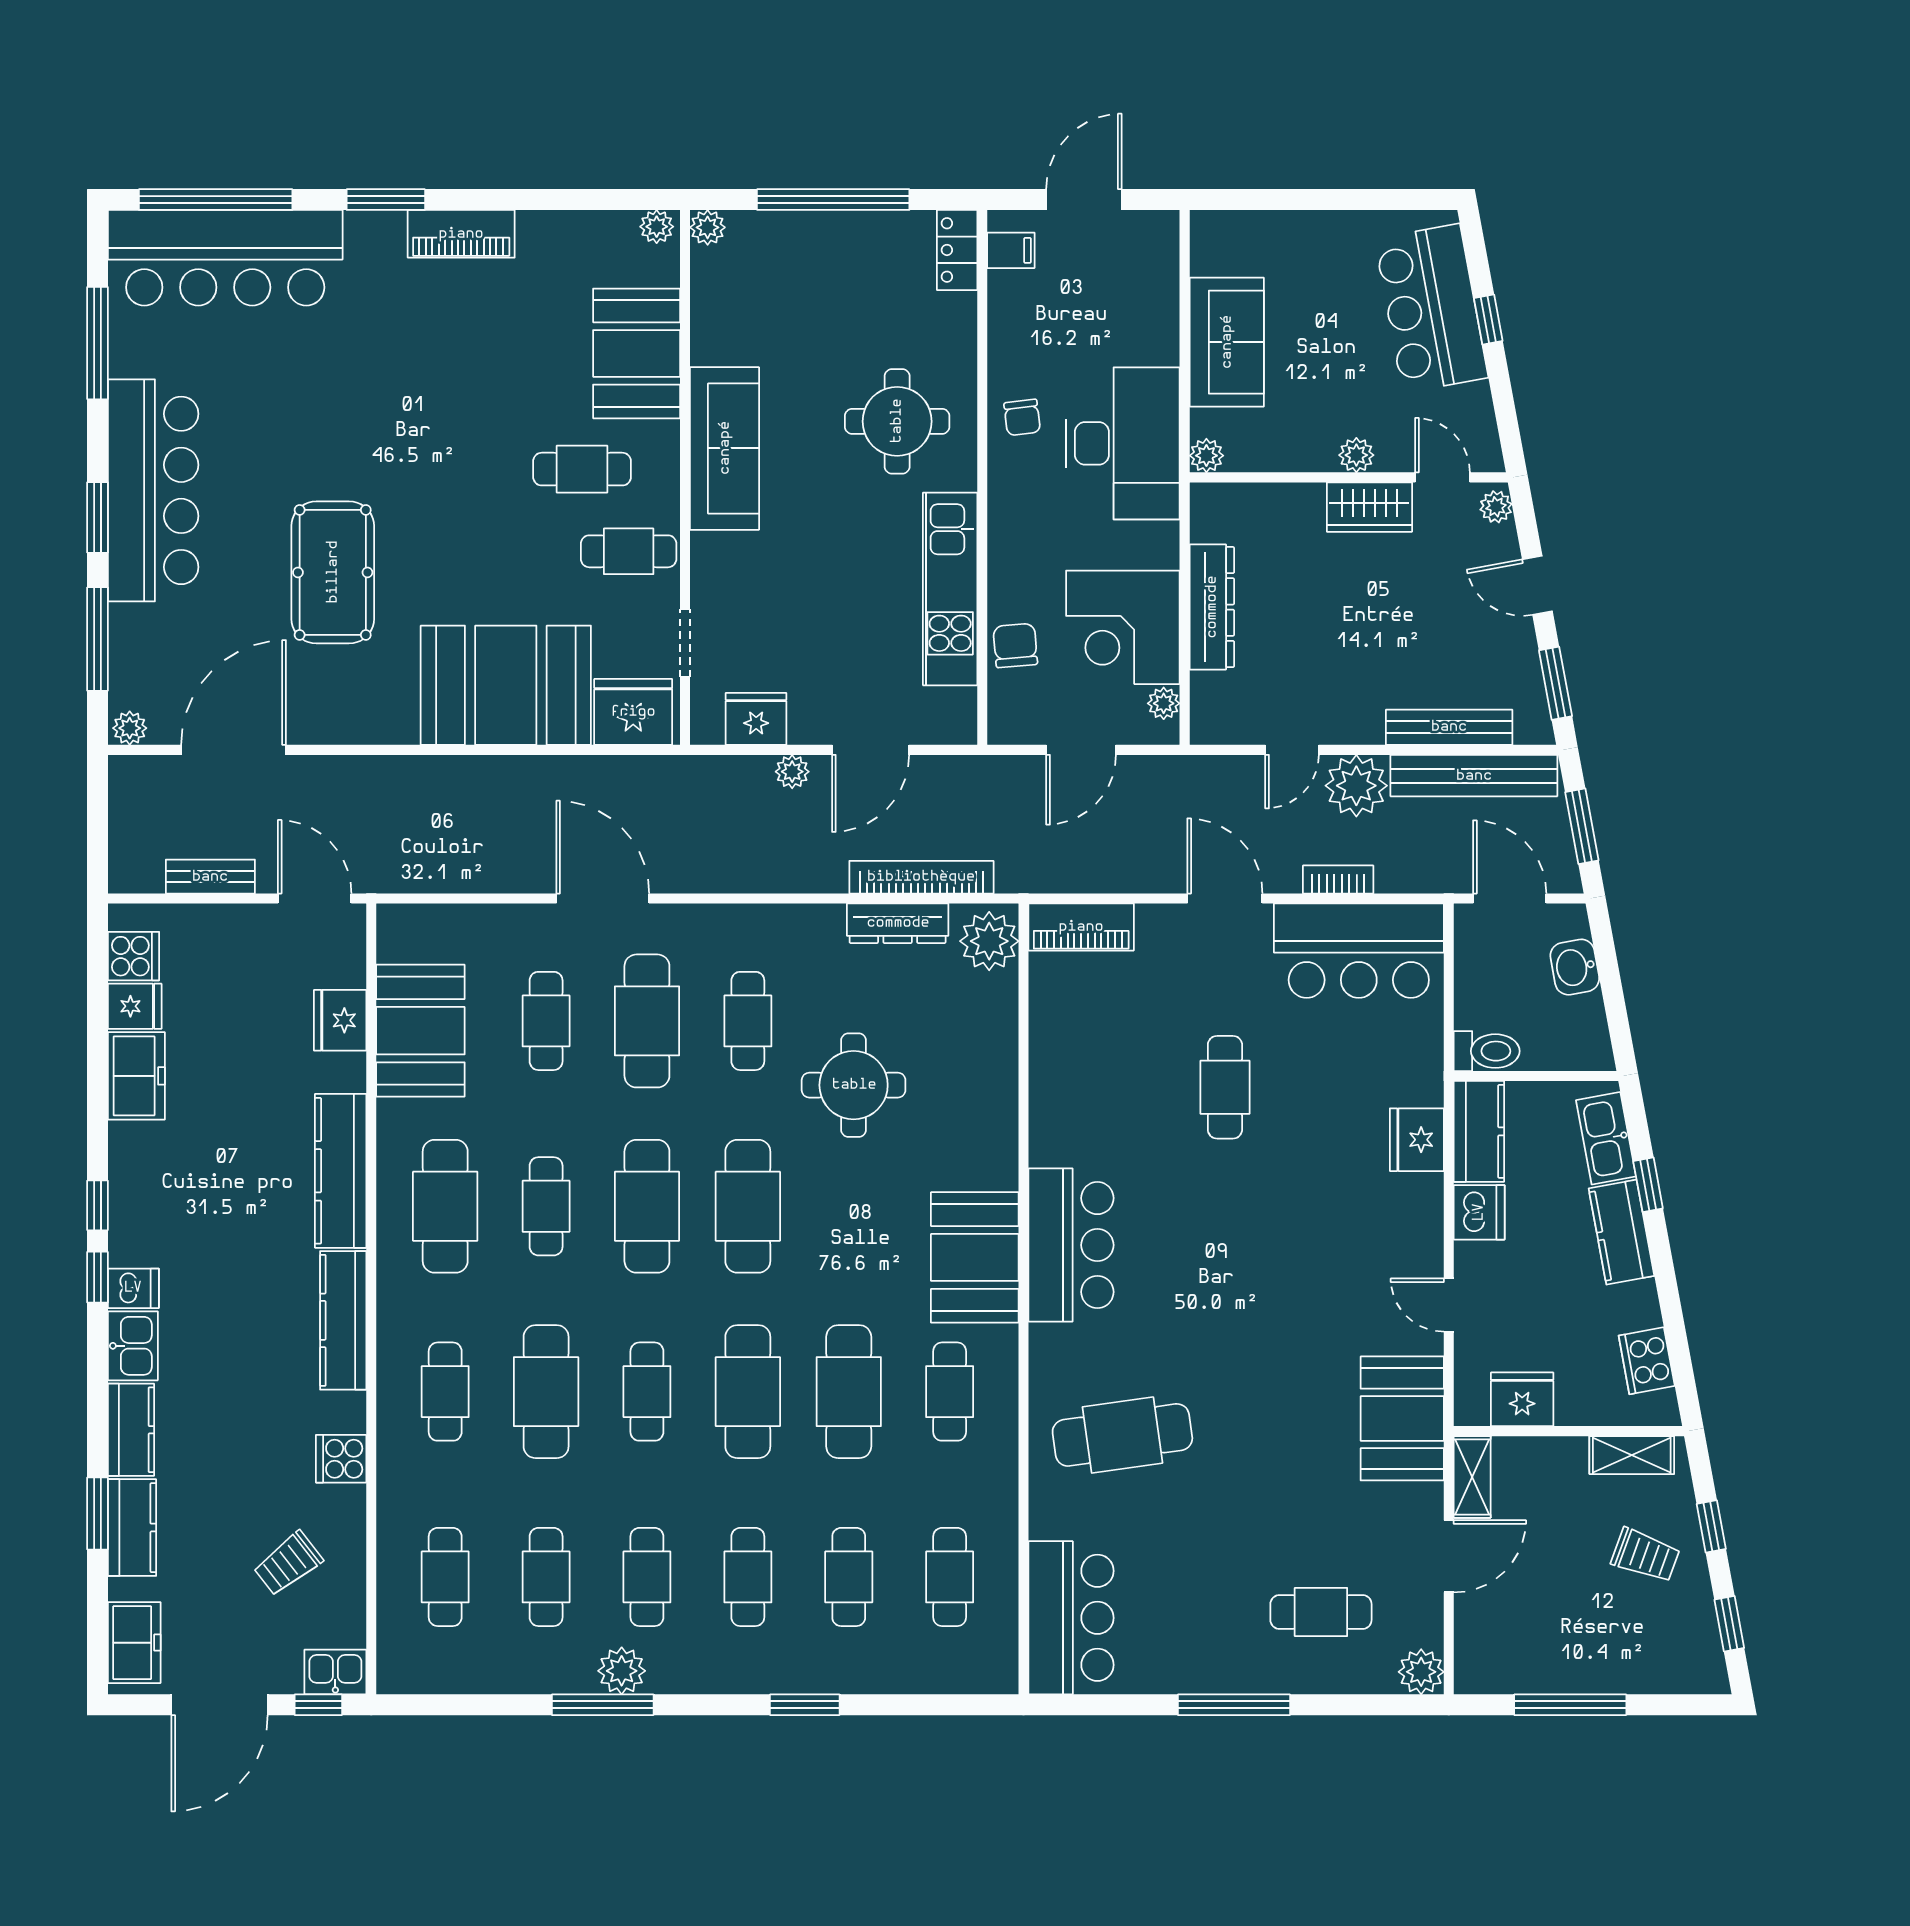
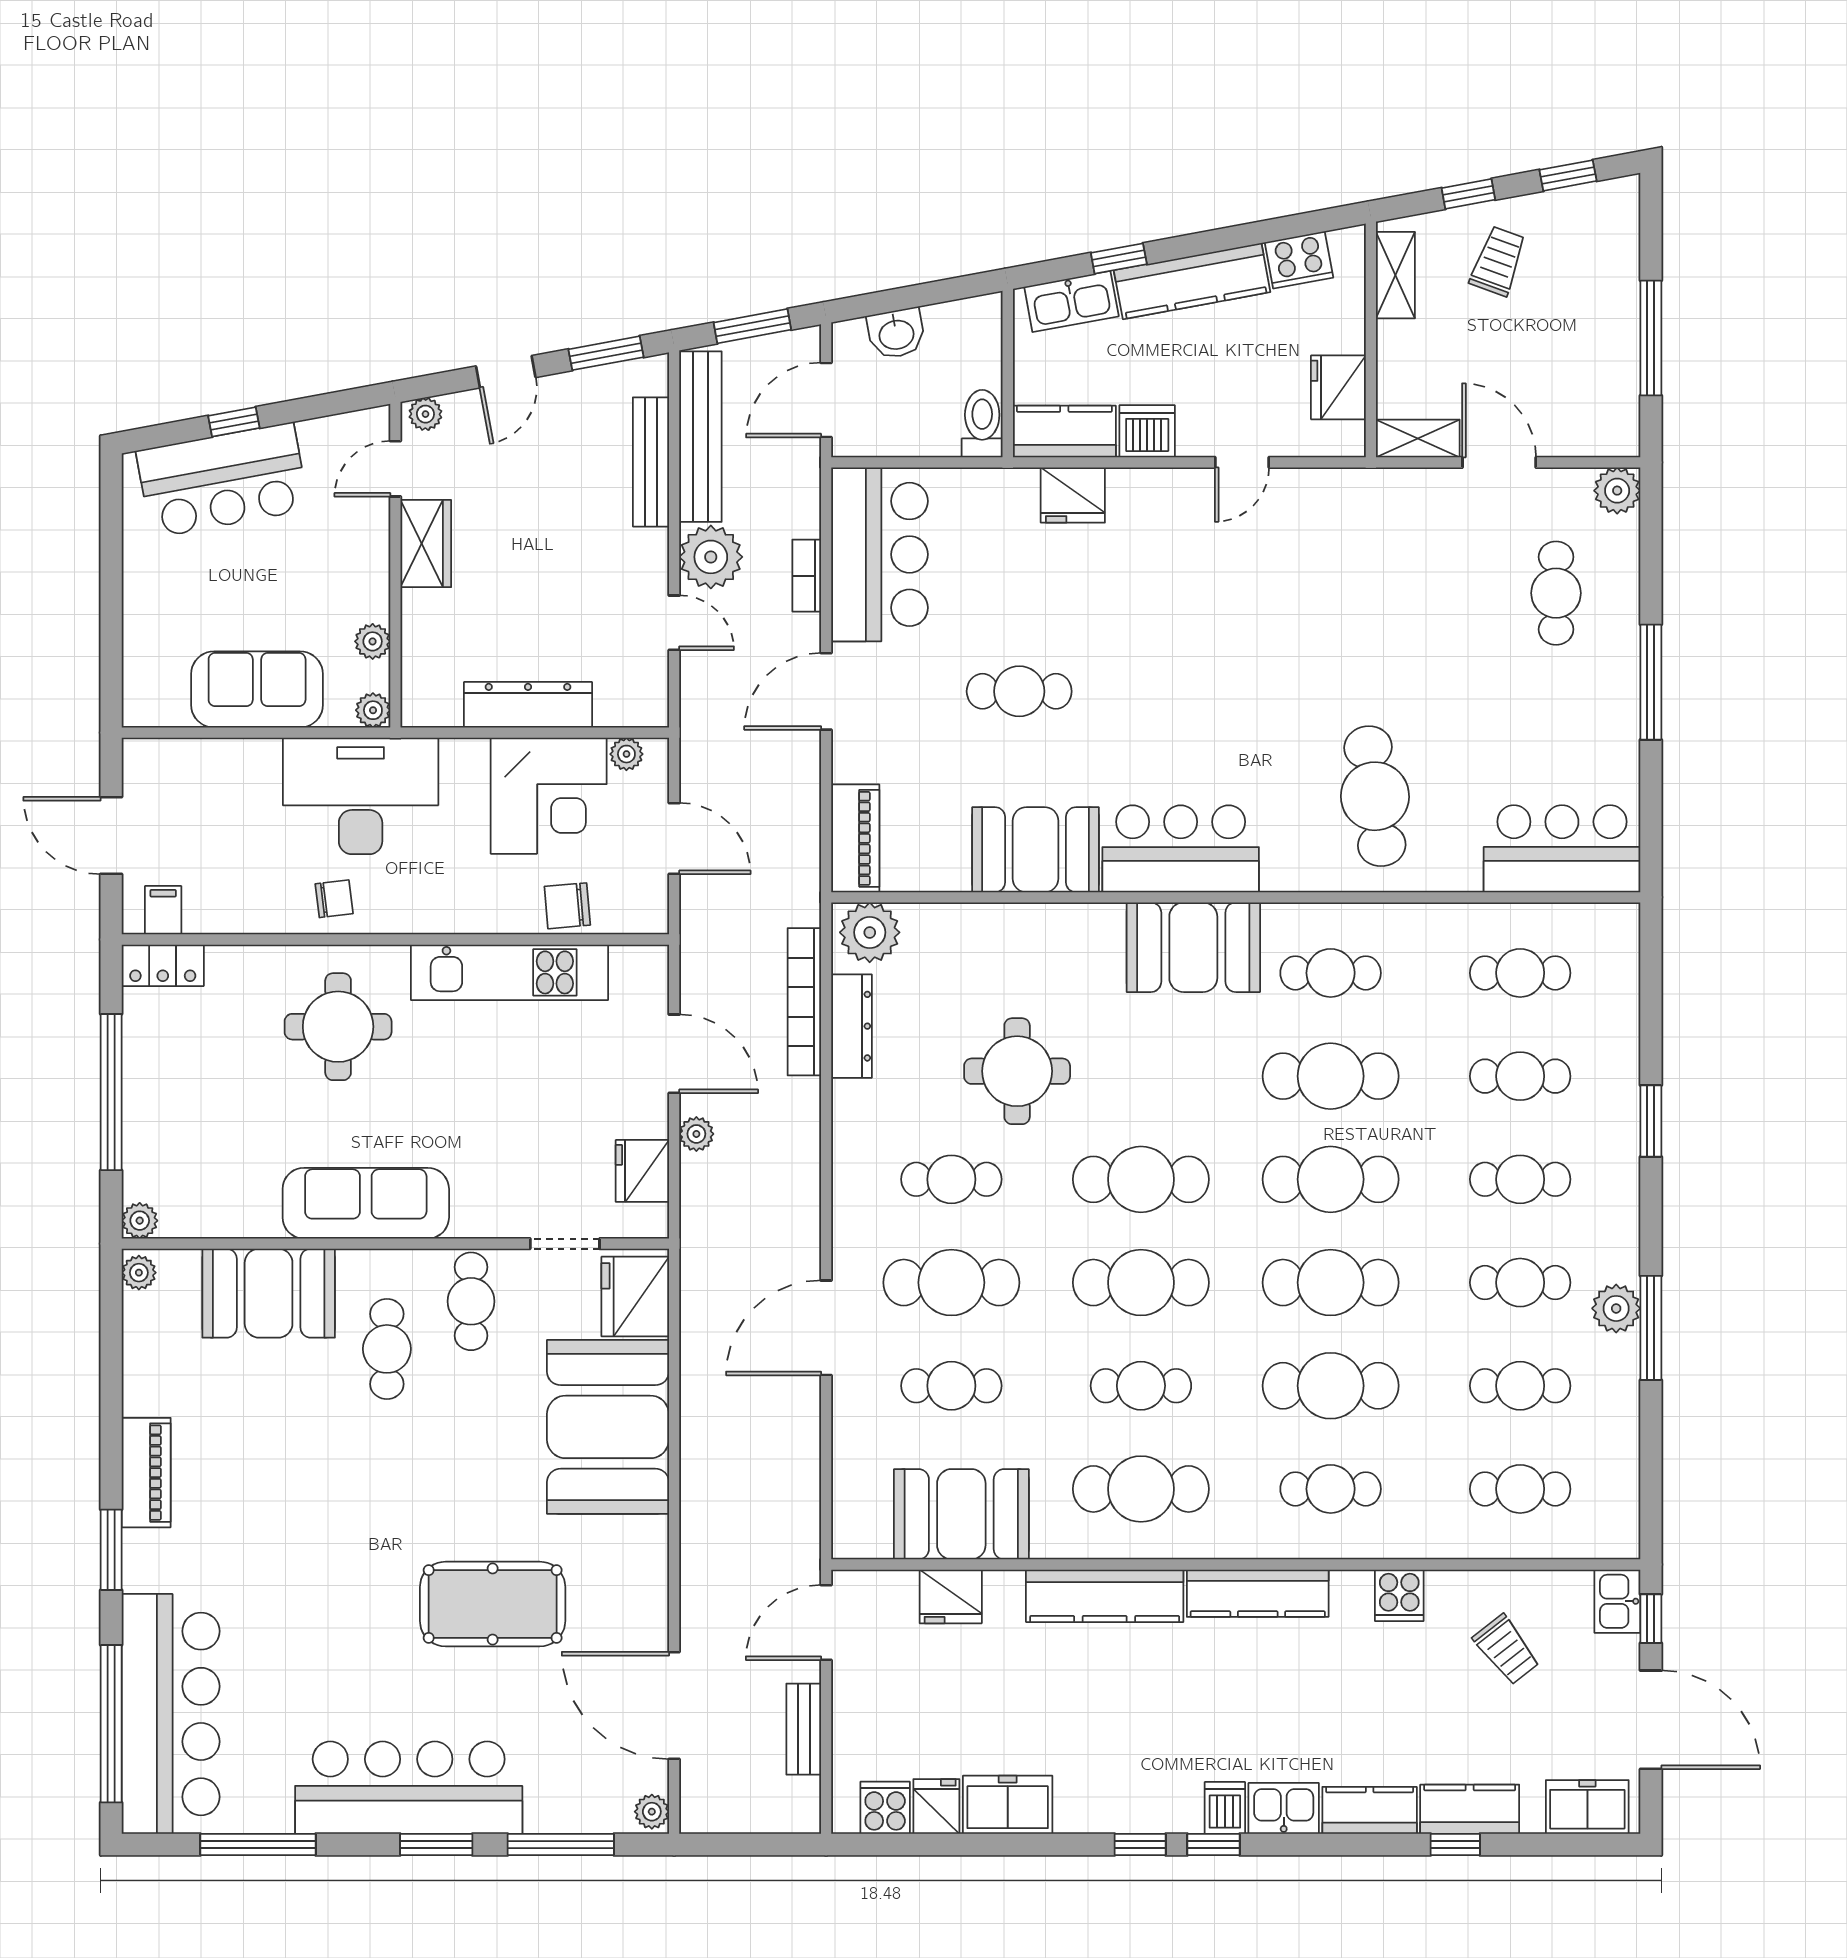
plant: (1356, 455) -> (373, 641), moved
kitchen counter: (1621, 1232) -> (1192, 281), width x1.50
cafe table: (647, 1392) -> (1331, 1283), width x1.37, depth x1.35
booth: (1402, 1418) -> (1036, 850), moved
window: (98, 1513) -> (1455, 1845), width x0.67

